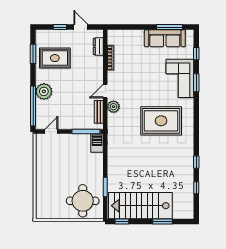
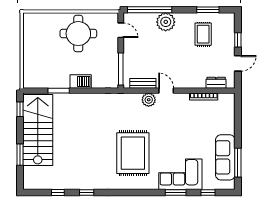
rug: (55, 58) -> (203, 34), width x0.73, depth x0.70
barbecue: (97, 143) -> (81, 81), moved
round table: (83, 201) -> (78, 34), moved

